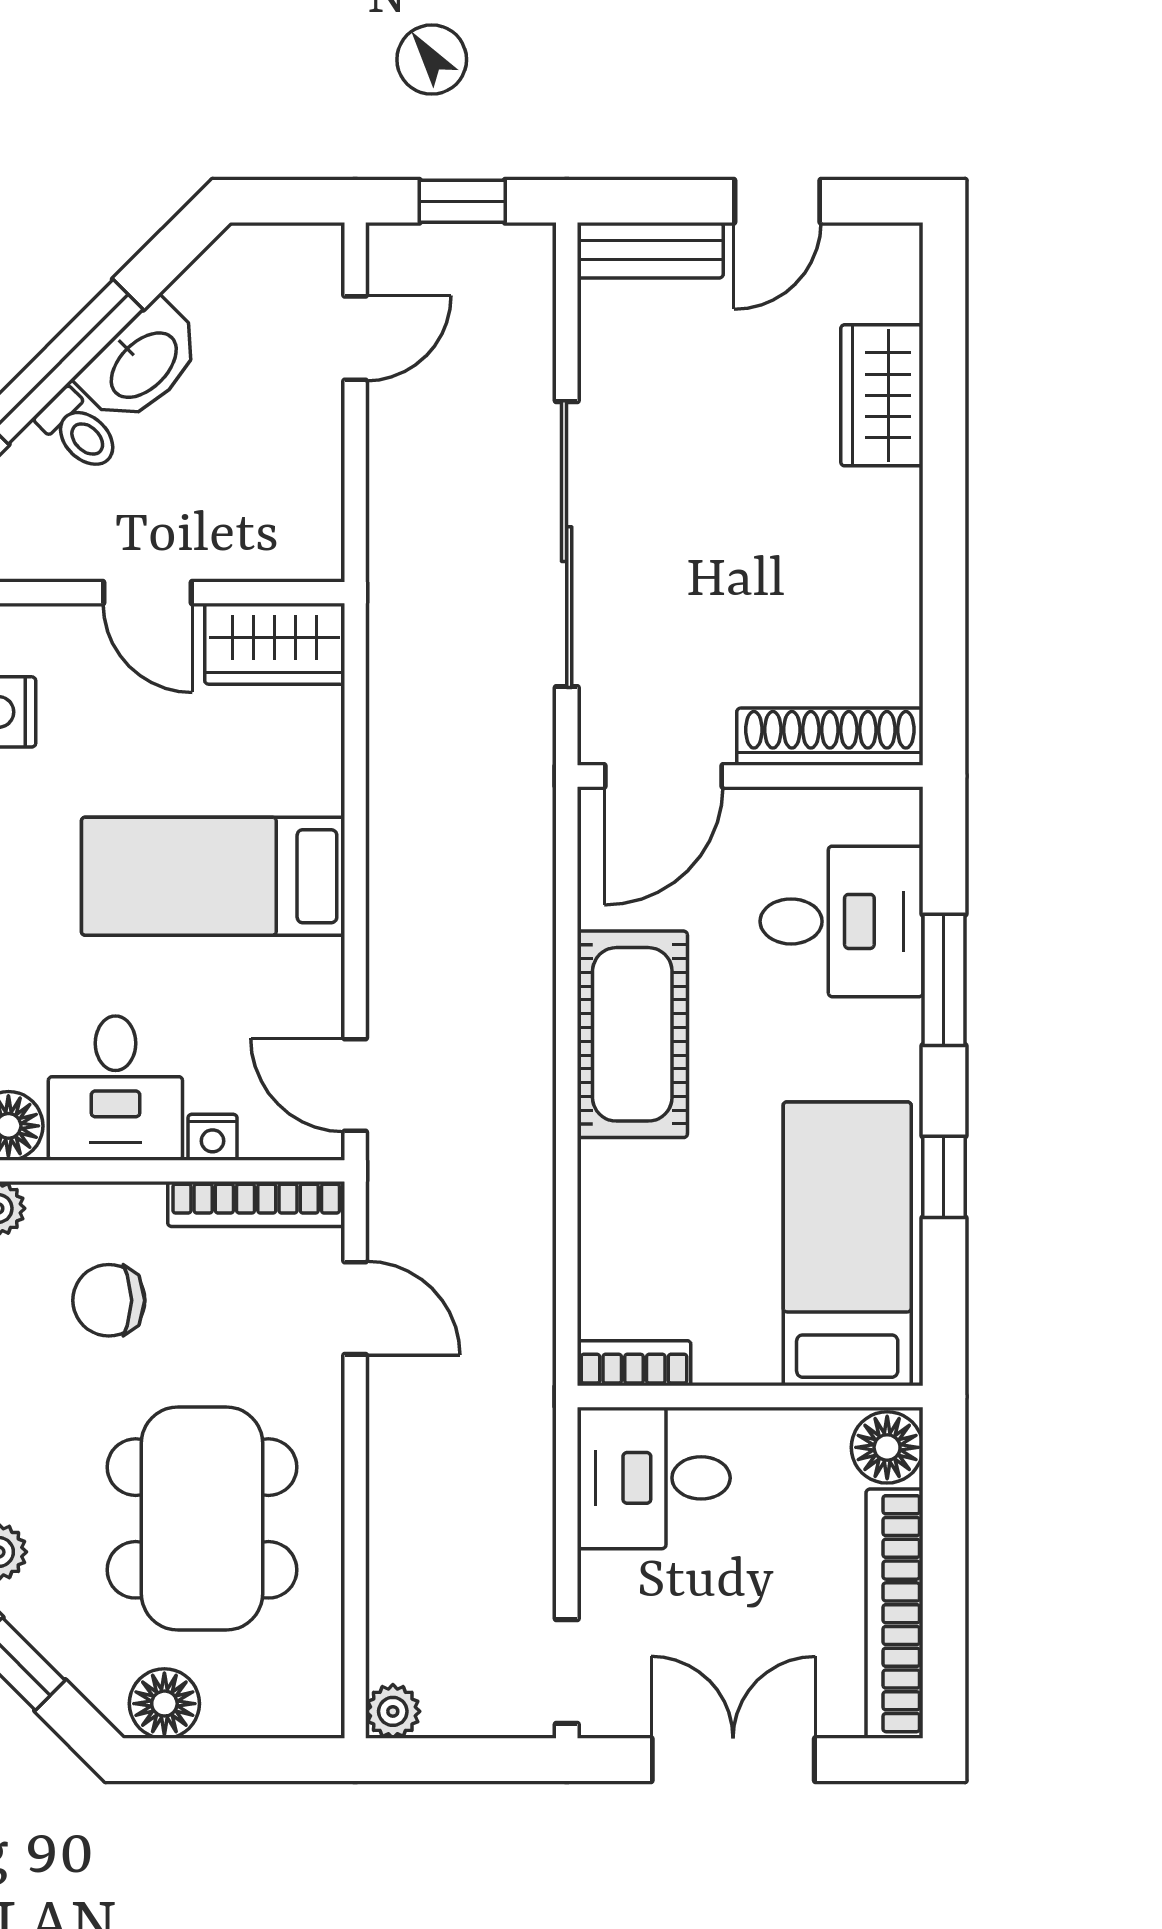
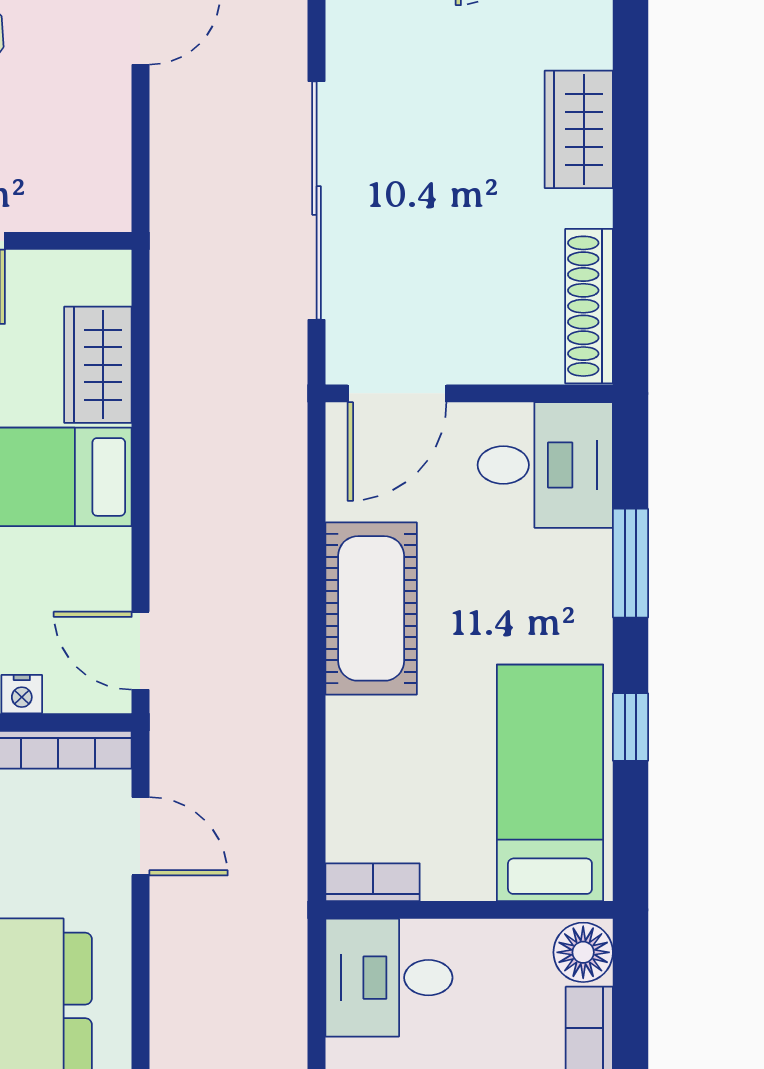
wardrobe: (882, 395) -> (579, 129), moved
wardrobe: (275, 644) -> (98, 365), moved, turned 90
shoe rack: (830, 737) -> (589, 306), moved, turned -90
desk: (841, 921) -> (545, 465), moved

